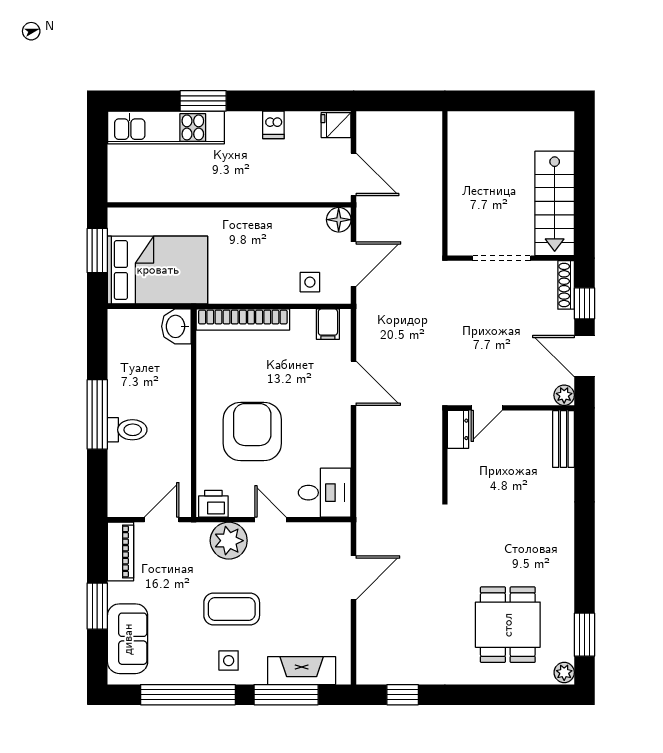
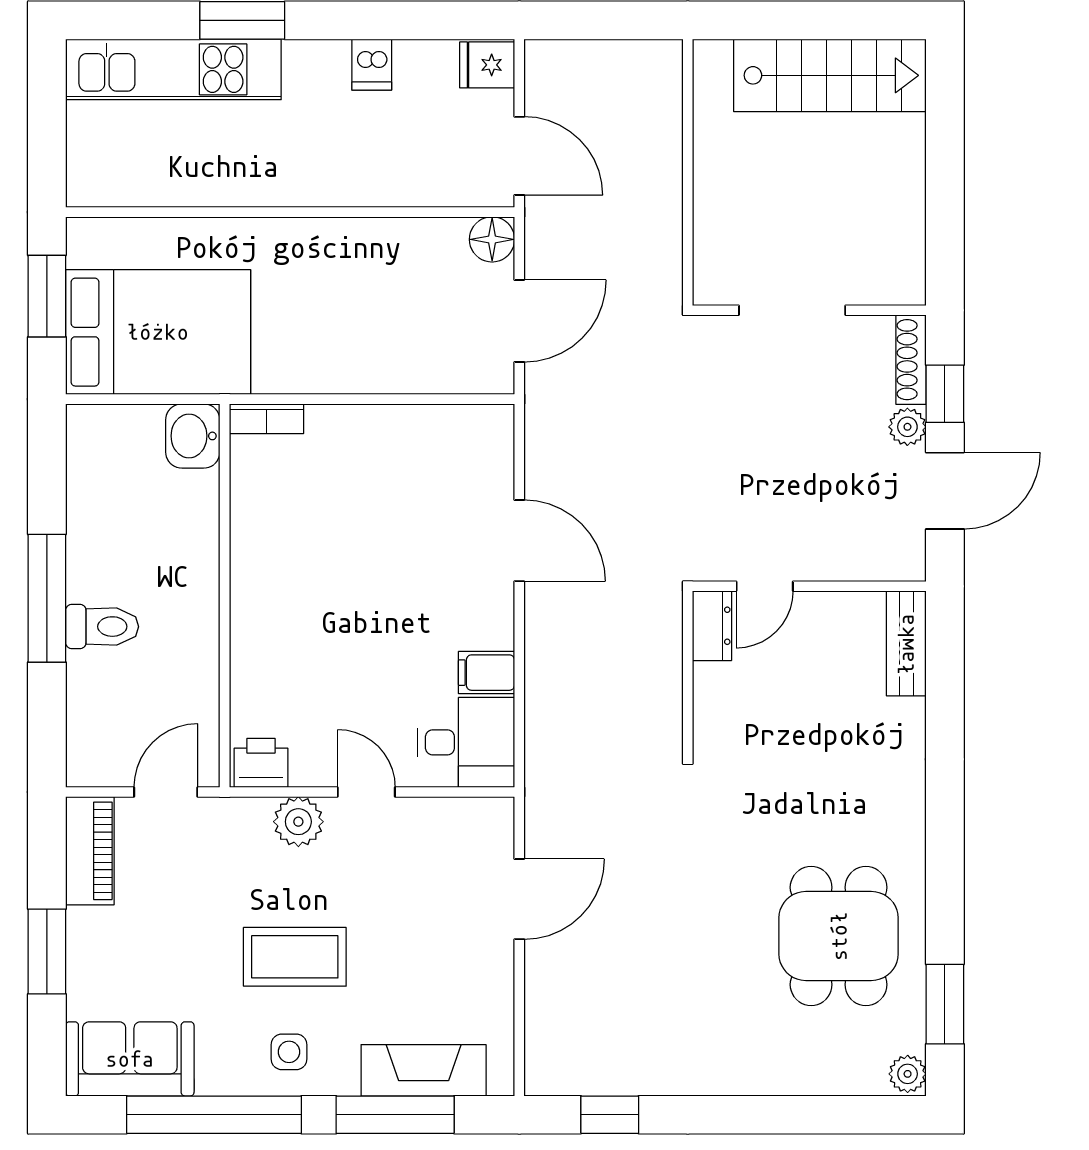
stairs: (555, 203) -> (830, 75), moved, turned -90
side table: (310, 282) -> (439, 354), removed
bookcase: (243, 320) -> (267, 419), width x0.43, depth x0.76
filing cabinet: (328, 324) -> (487, 673), moved, turned 90
door: (584, 356) -> (945, 491), swing flipped
plant: (564, 395) -> (907, 427), moved
armchair: (252, 432) -> (333, 630), removed
plant: (229, 541) -> (298, 822), width x0.73, depth x0.73
dining table: (508, 625) -> (839, 936), moved
sofa: (128, 639) -> (130, 1059), moved, turned -90

